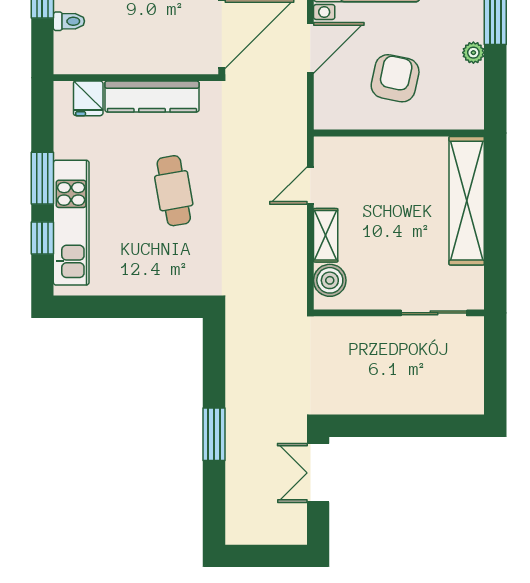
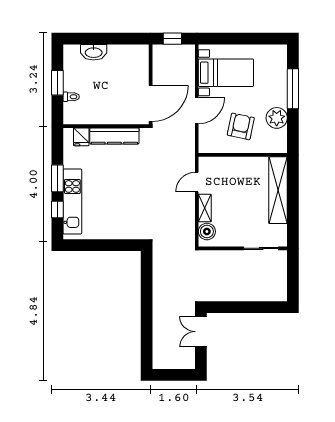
plant: (473, 53) -> (277, 118), width x1.88, depth x1.88
cafe table: (174, 191) -> (126, 185), removed
window: (214, 434) -> (147, 312), removed

